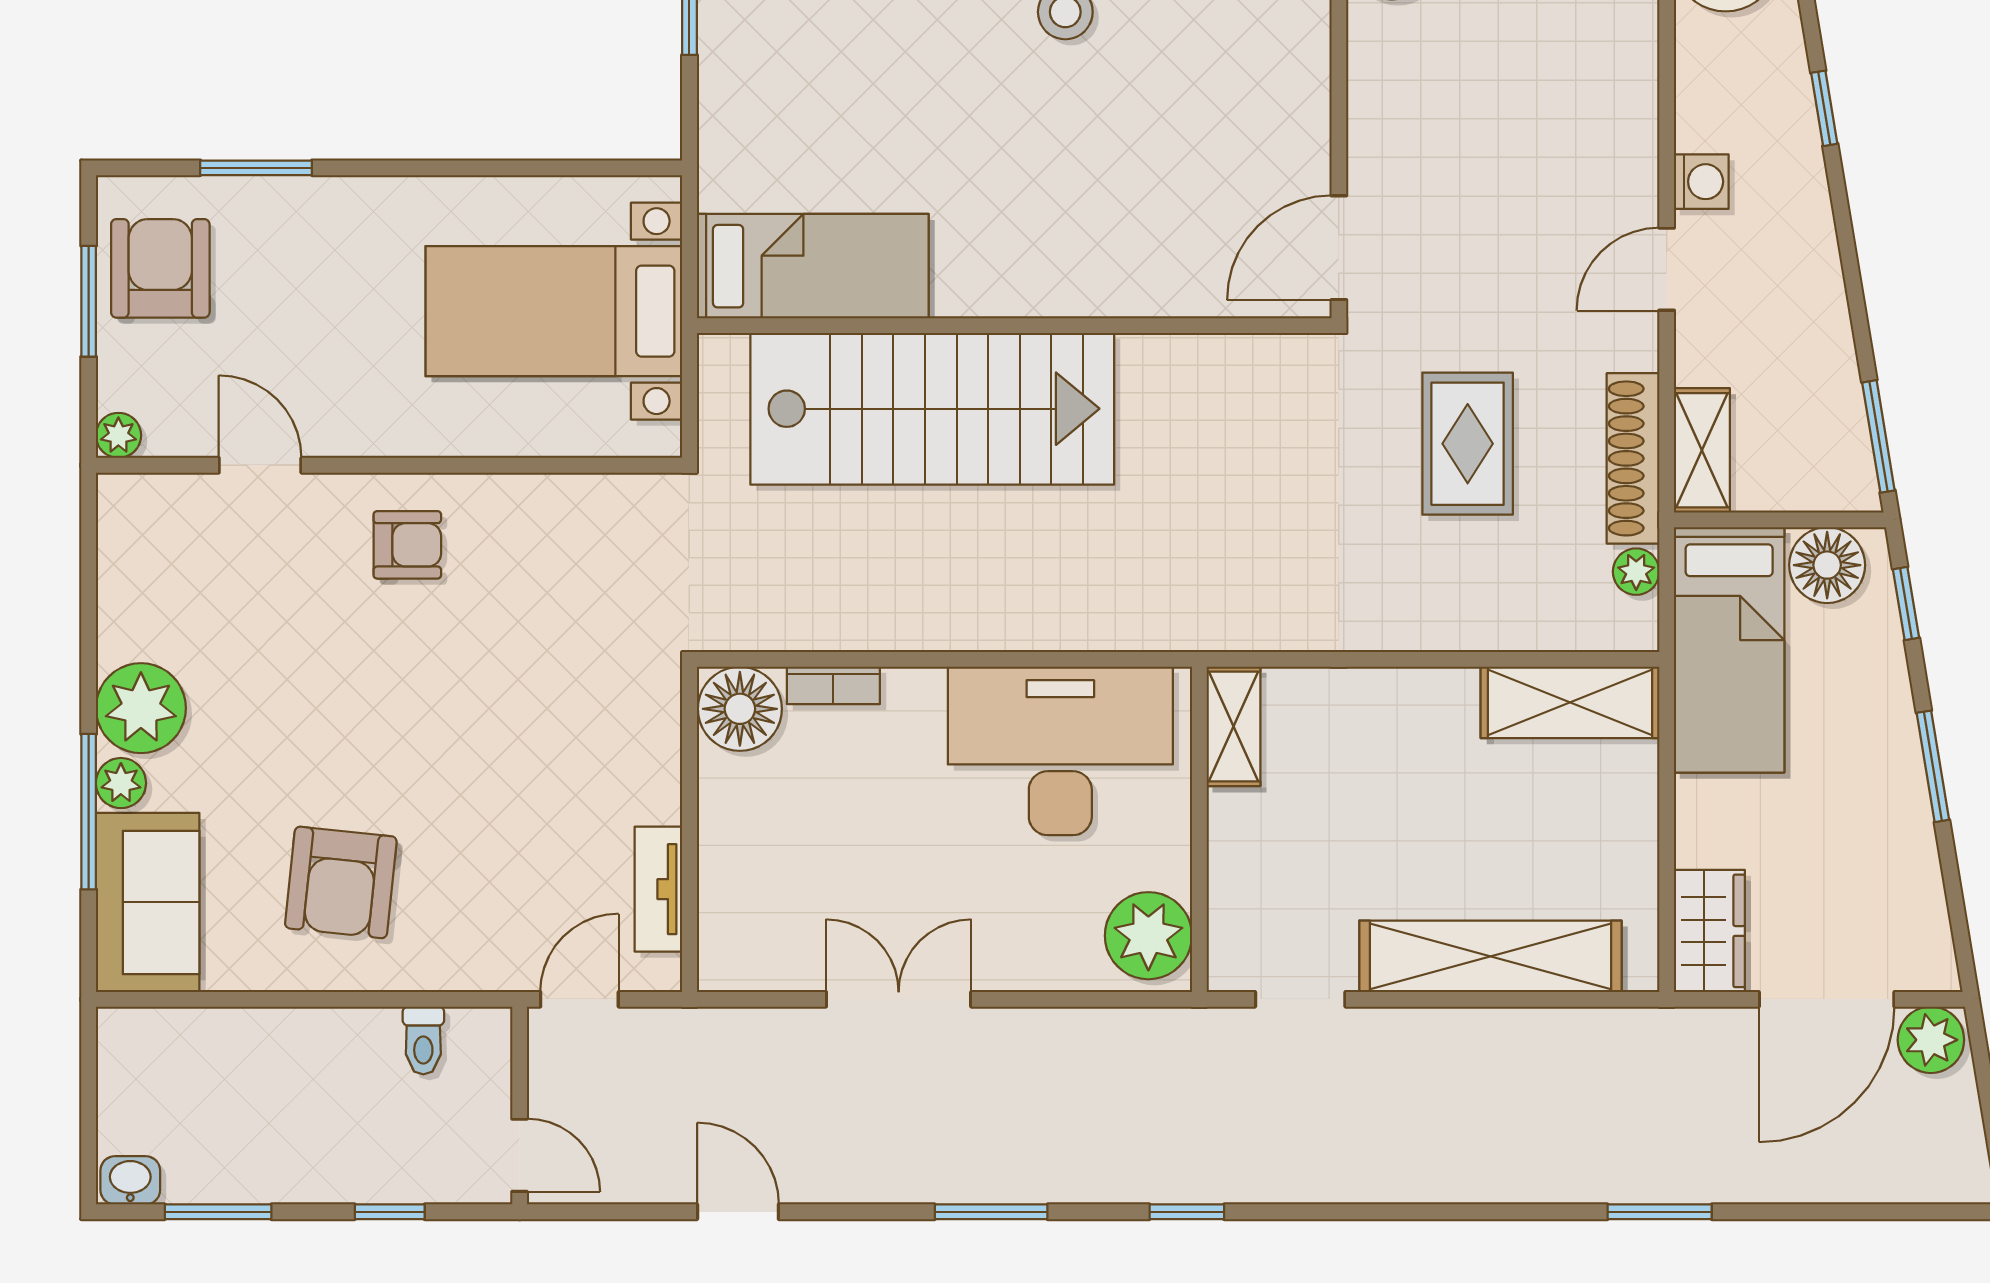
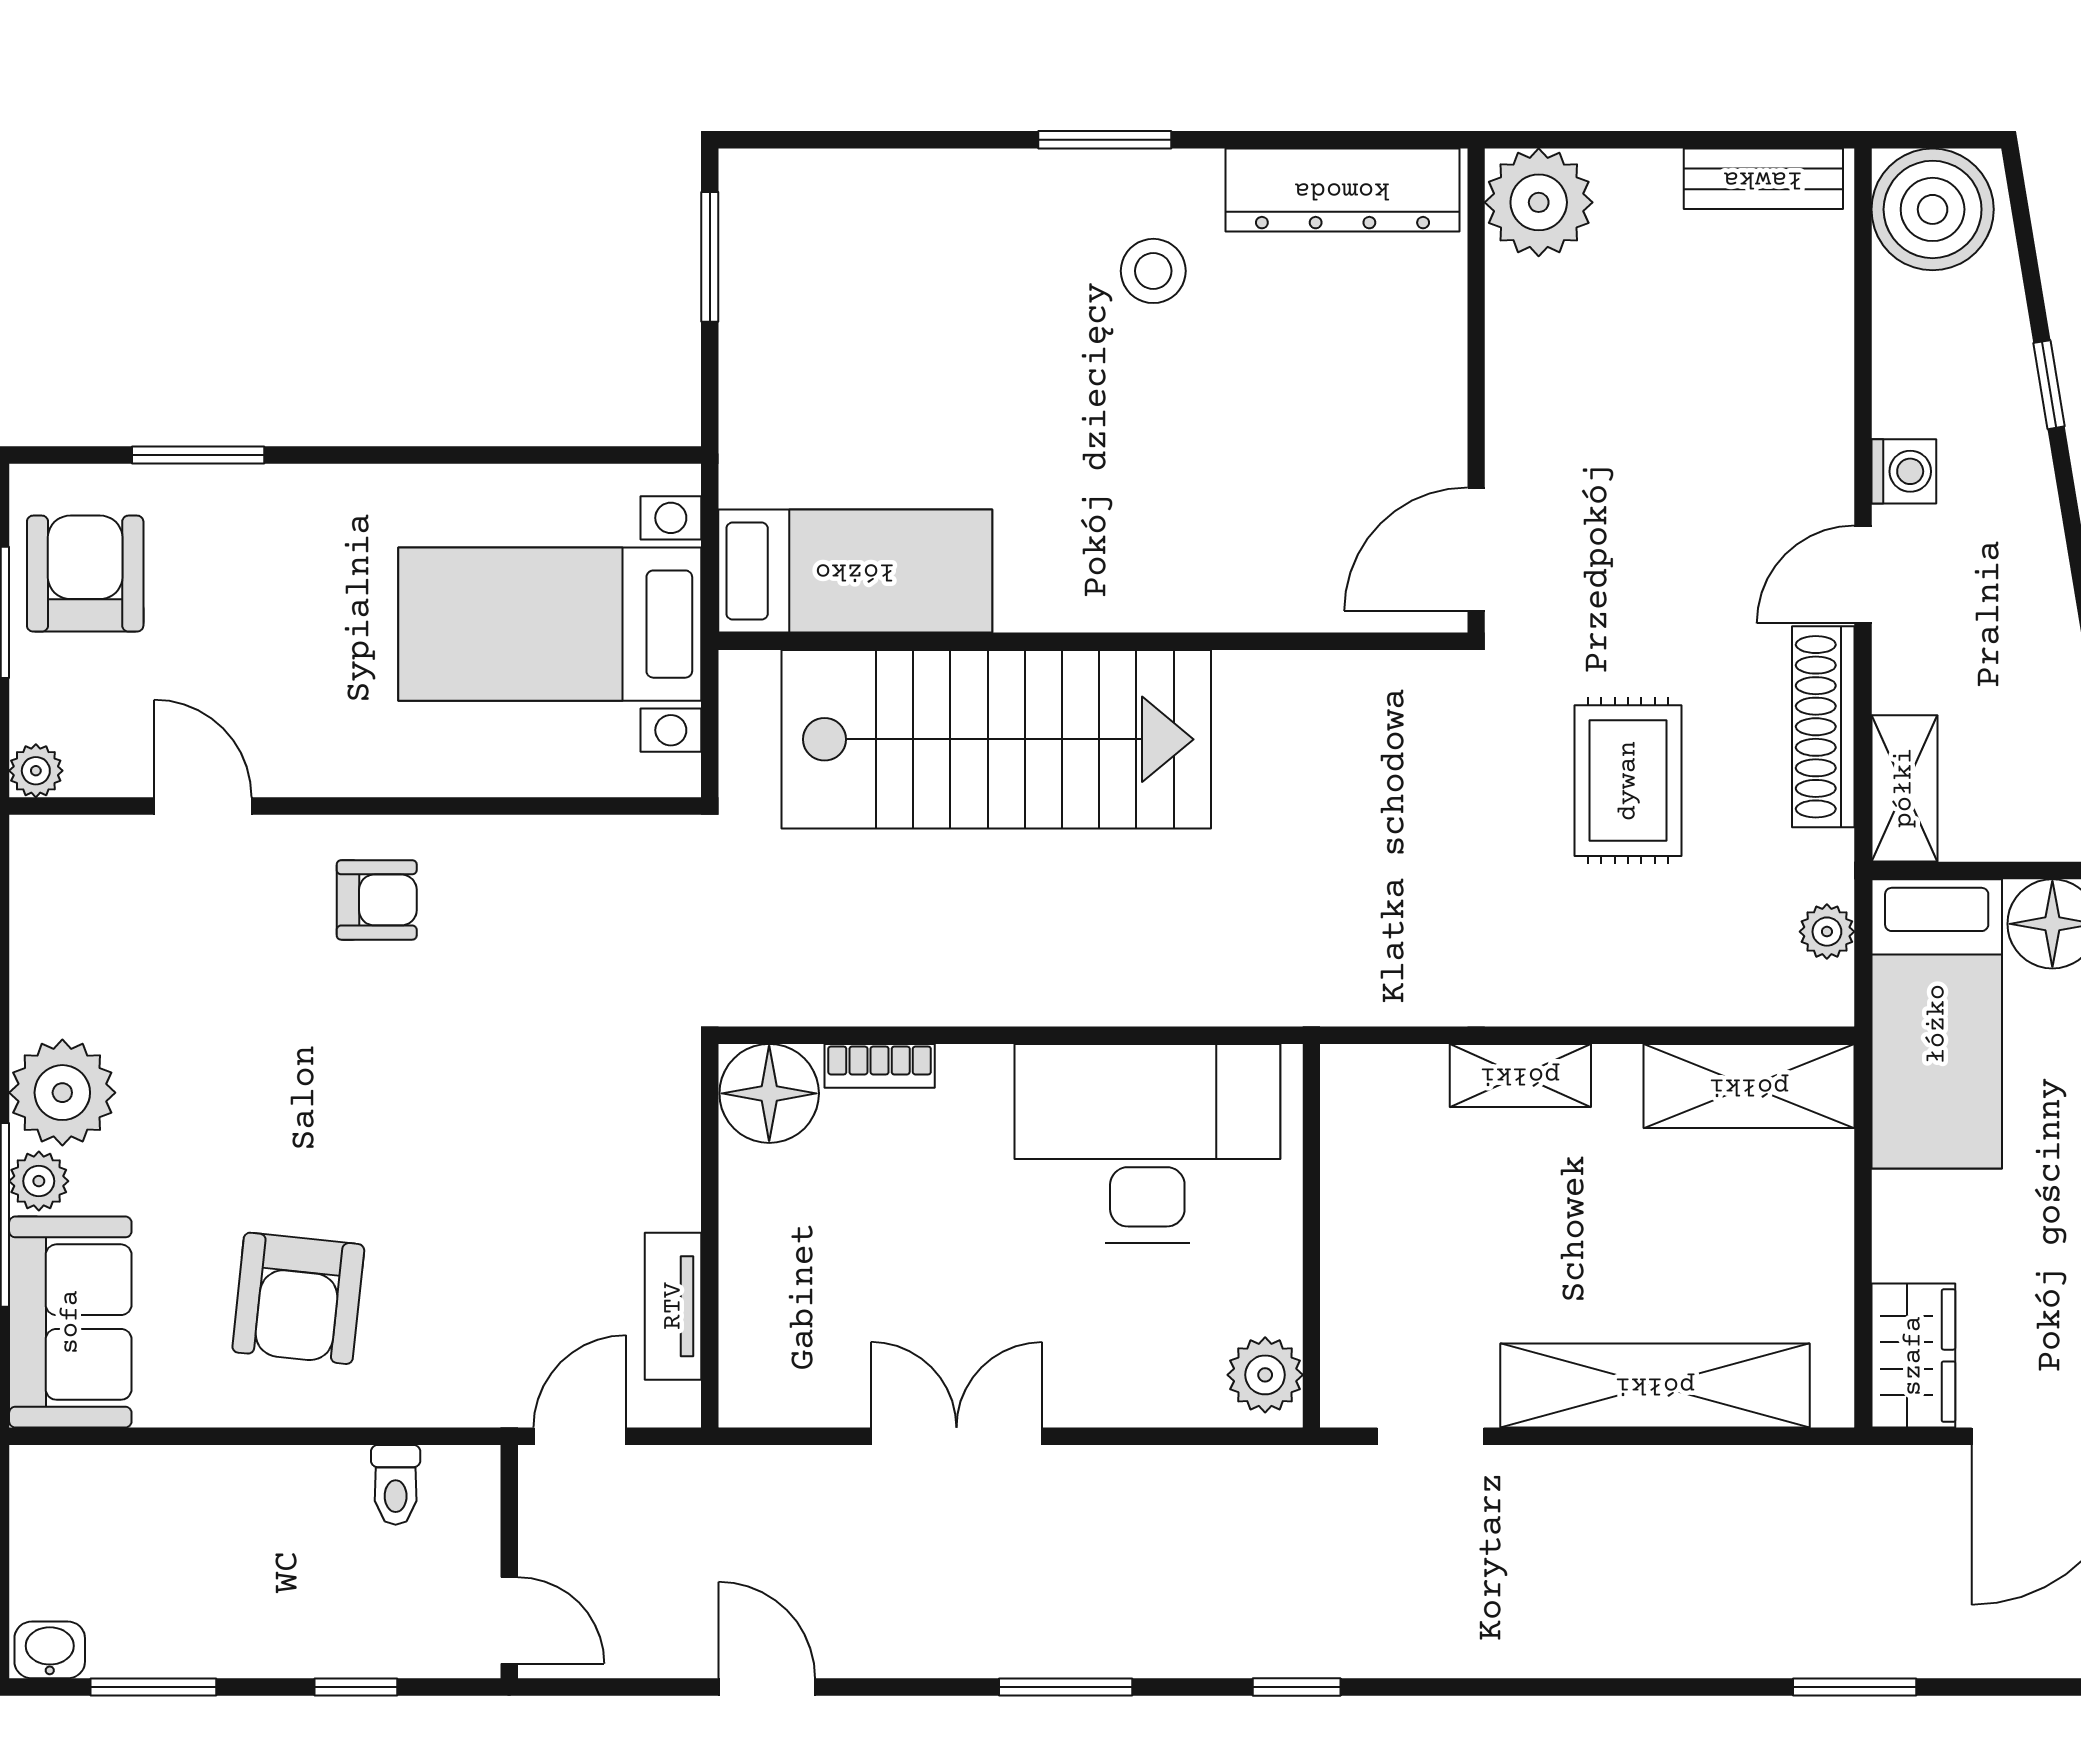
shoe rack: (1633, 458) -> (1823, 727), moved
shelving: (1233, 726) -> (1520, 1075), moved, turned 90
plant: (1148, 936) -> (1265, 1375), width x0.73, depth x0.73

